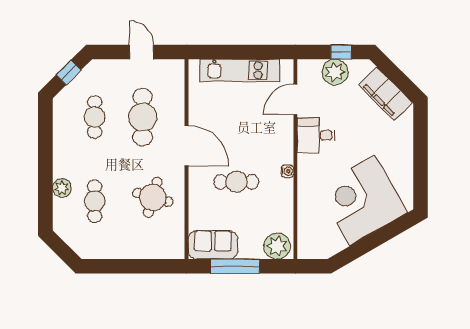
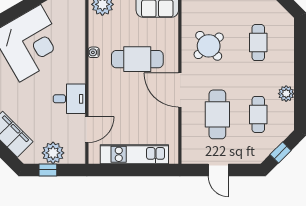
water cooler: (287, 171) -> (94, 52), moved
cafe table: (236, 182) -> (137, 59), width x1.37, depth x1.35
plant: (62, 188) -> (286, 94), moved
round table: (153, 197) -> (209, 46), turned 34

